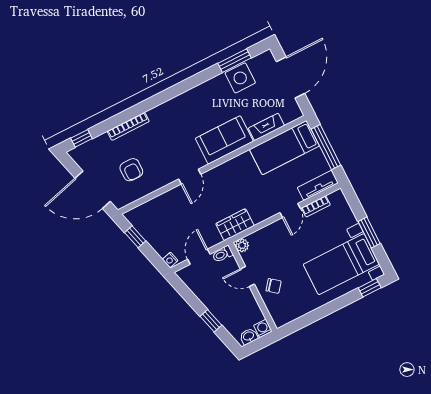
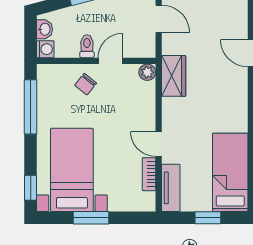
window: (326, 147) -> (208, 218), width x0.46
toilet: (223, 254) -> (87, 46), moved
window: (311, 318) -> (31, 107), added

